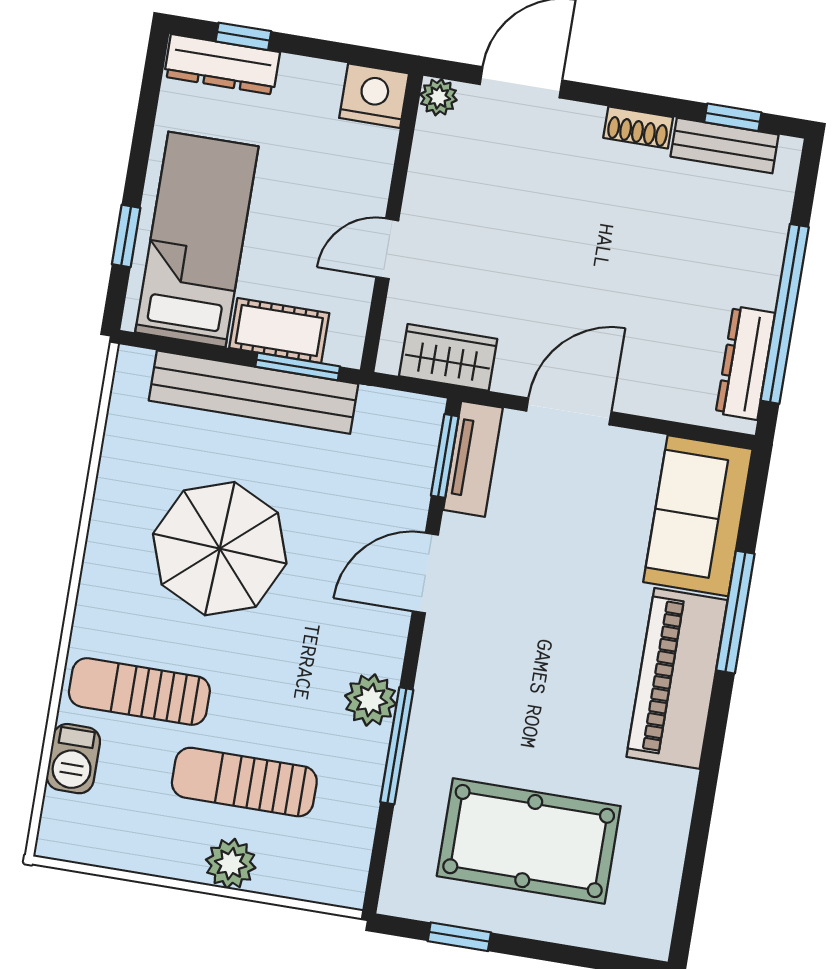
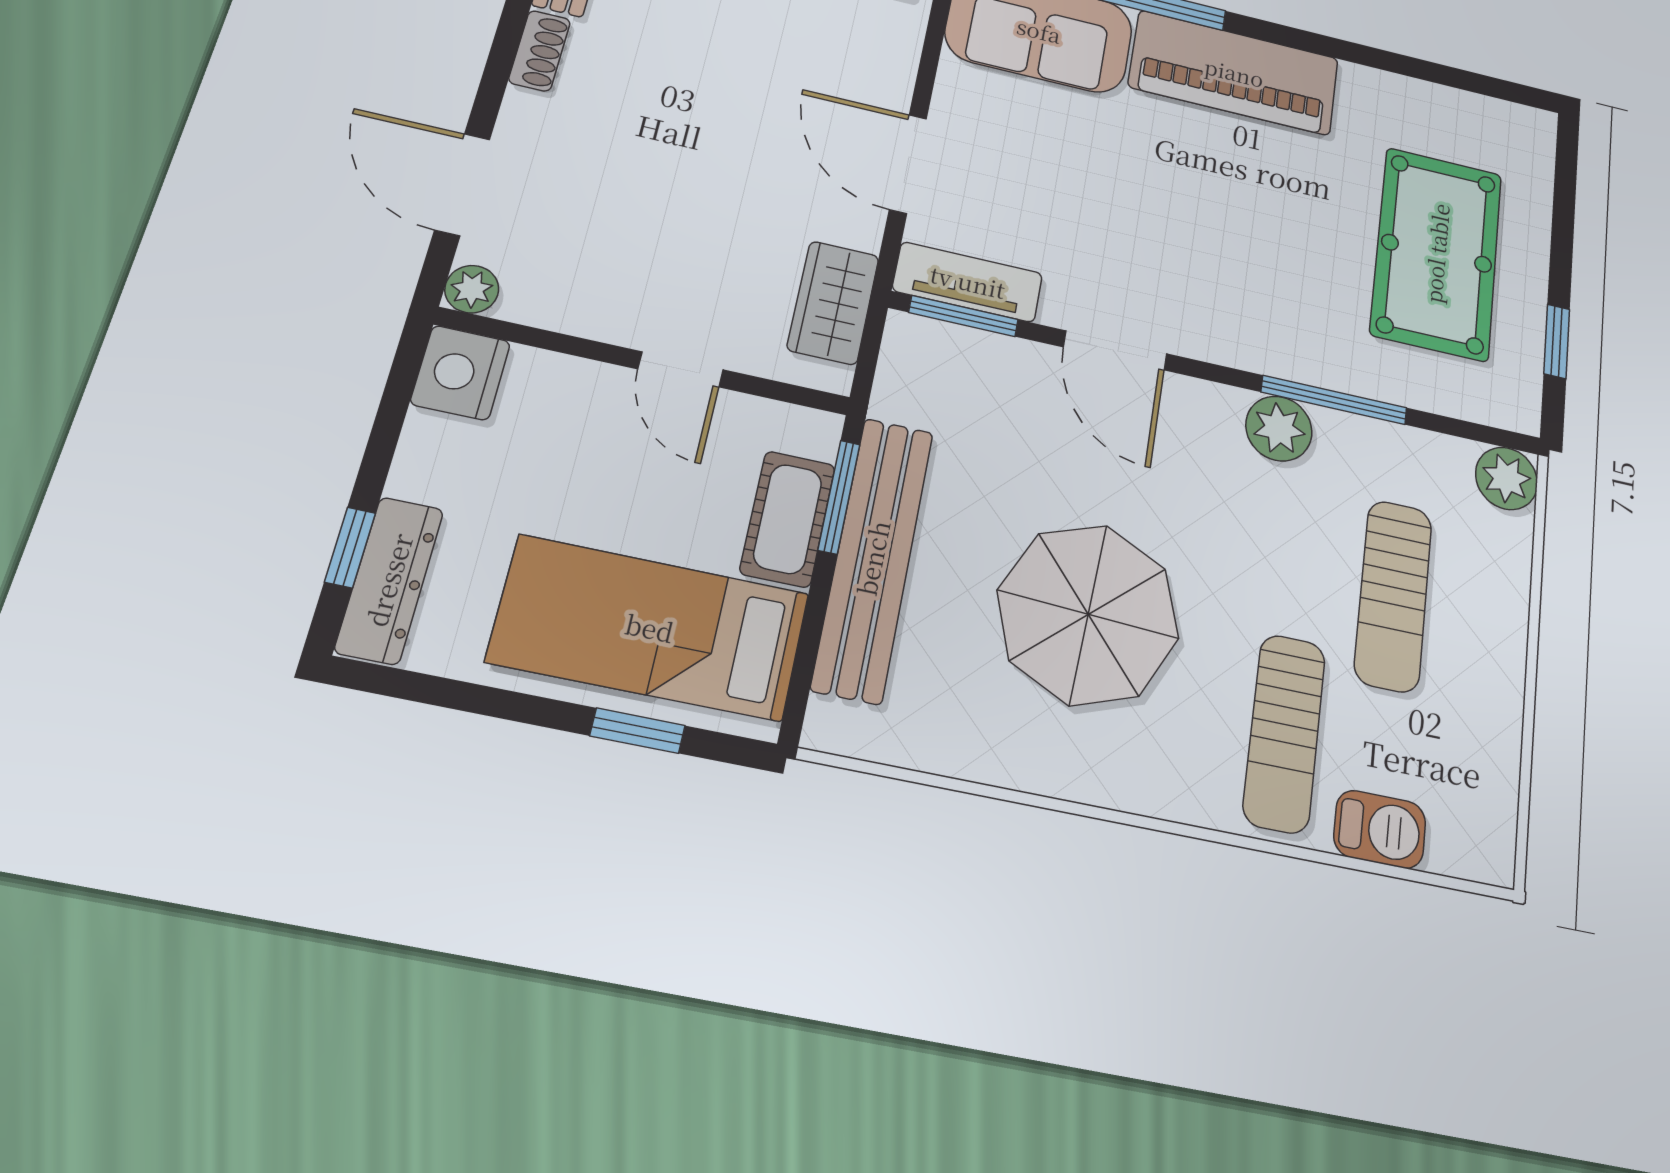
plant: (231, 864) -> (1507, 478), moved

